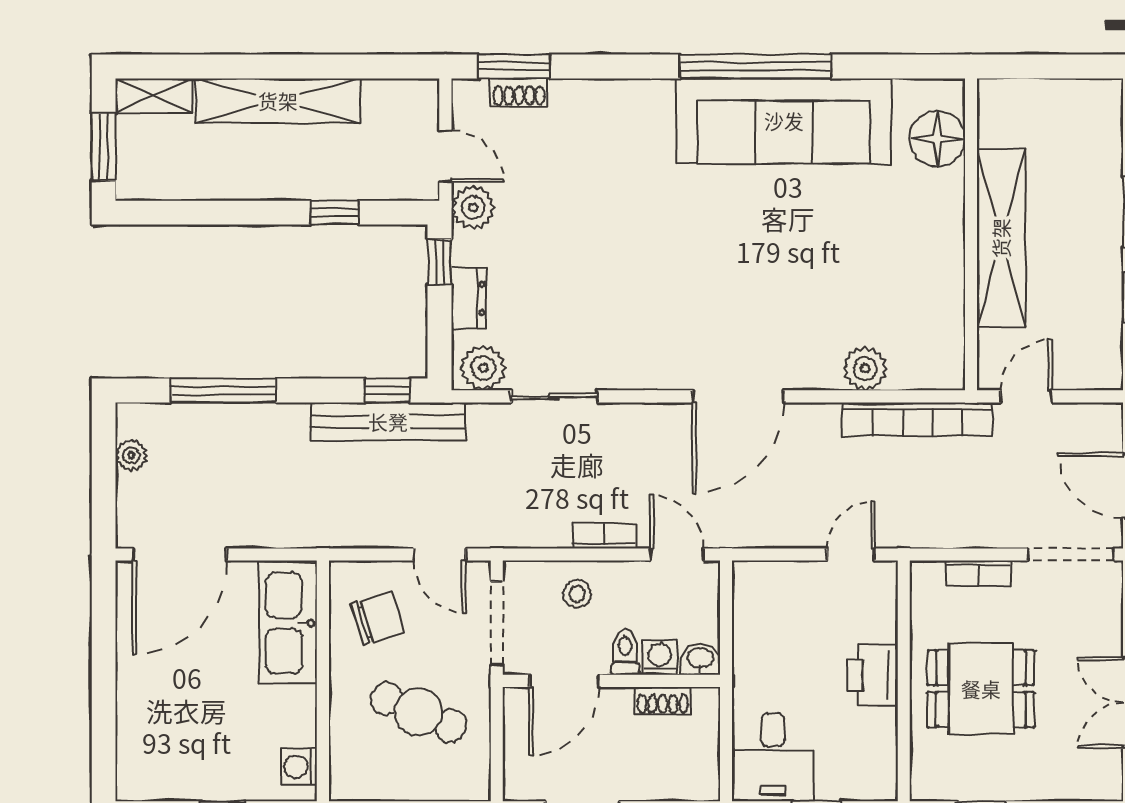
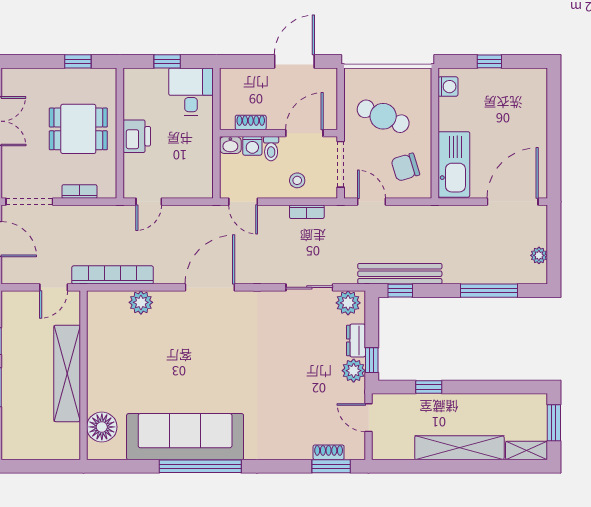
plant: (473, 208) -> (354, 371), moved
bookcase: (604, 536) -> (307, 212), moved

